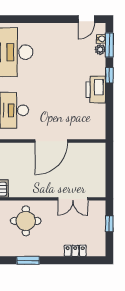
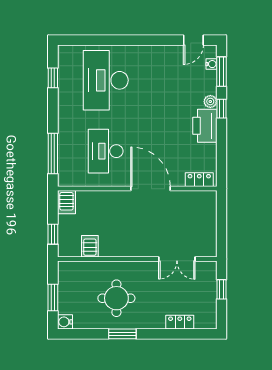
plant: (100, 50) -> (210, 101), moved
locker: (91, 134) -> (199, 180), added
door: (51, 141) -> (151, 189), swing flipped
round table: (26, 221) -> (116, 298), moved

